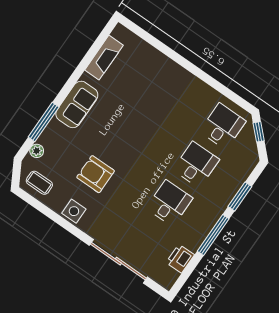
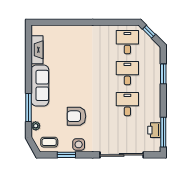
sofa: (77, 104) -> (40, 85), width x1.36
window: (50, 213) -> (66, 155), added
window: (213, 235) -> (163, 132), moved

